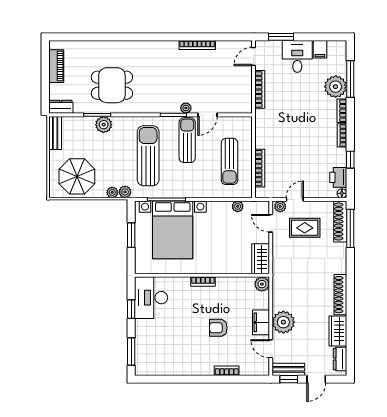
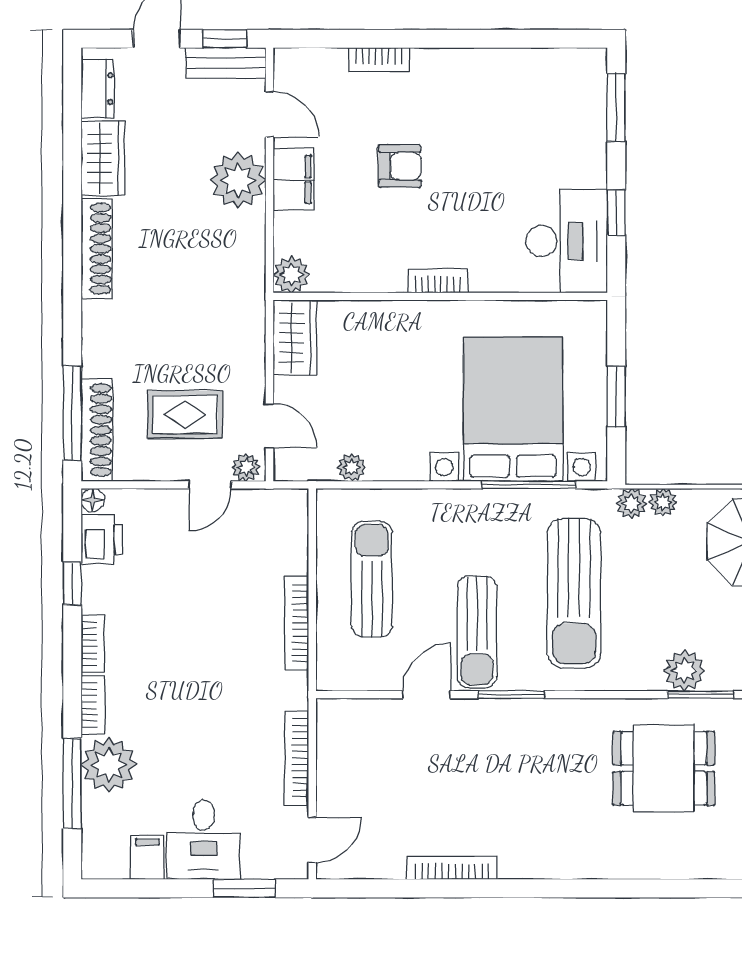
plant: (186, 108) -> (480, 712), removed
bookcase: (260, 168) -> (297, 623), moved

